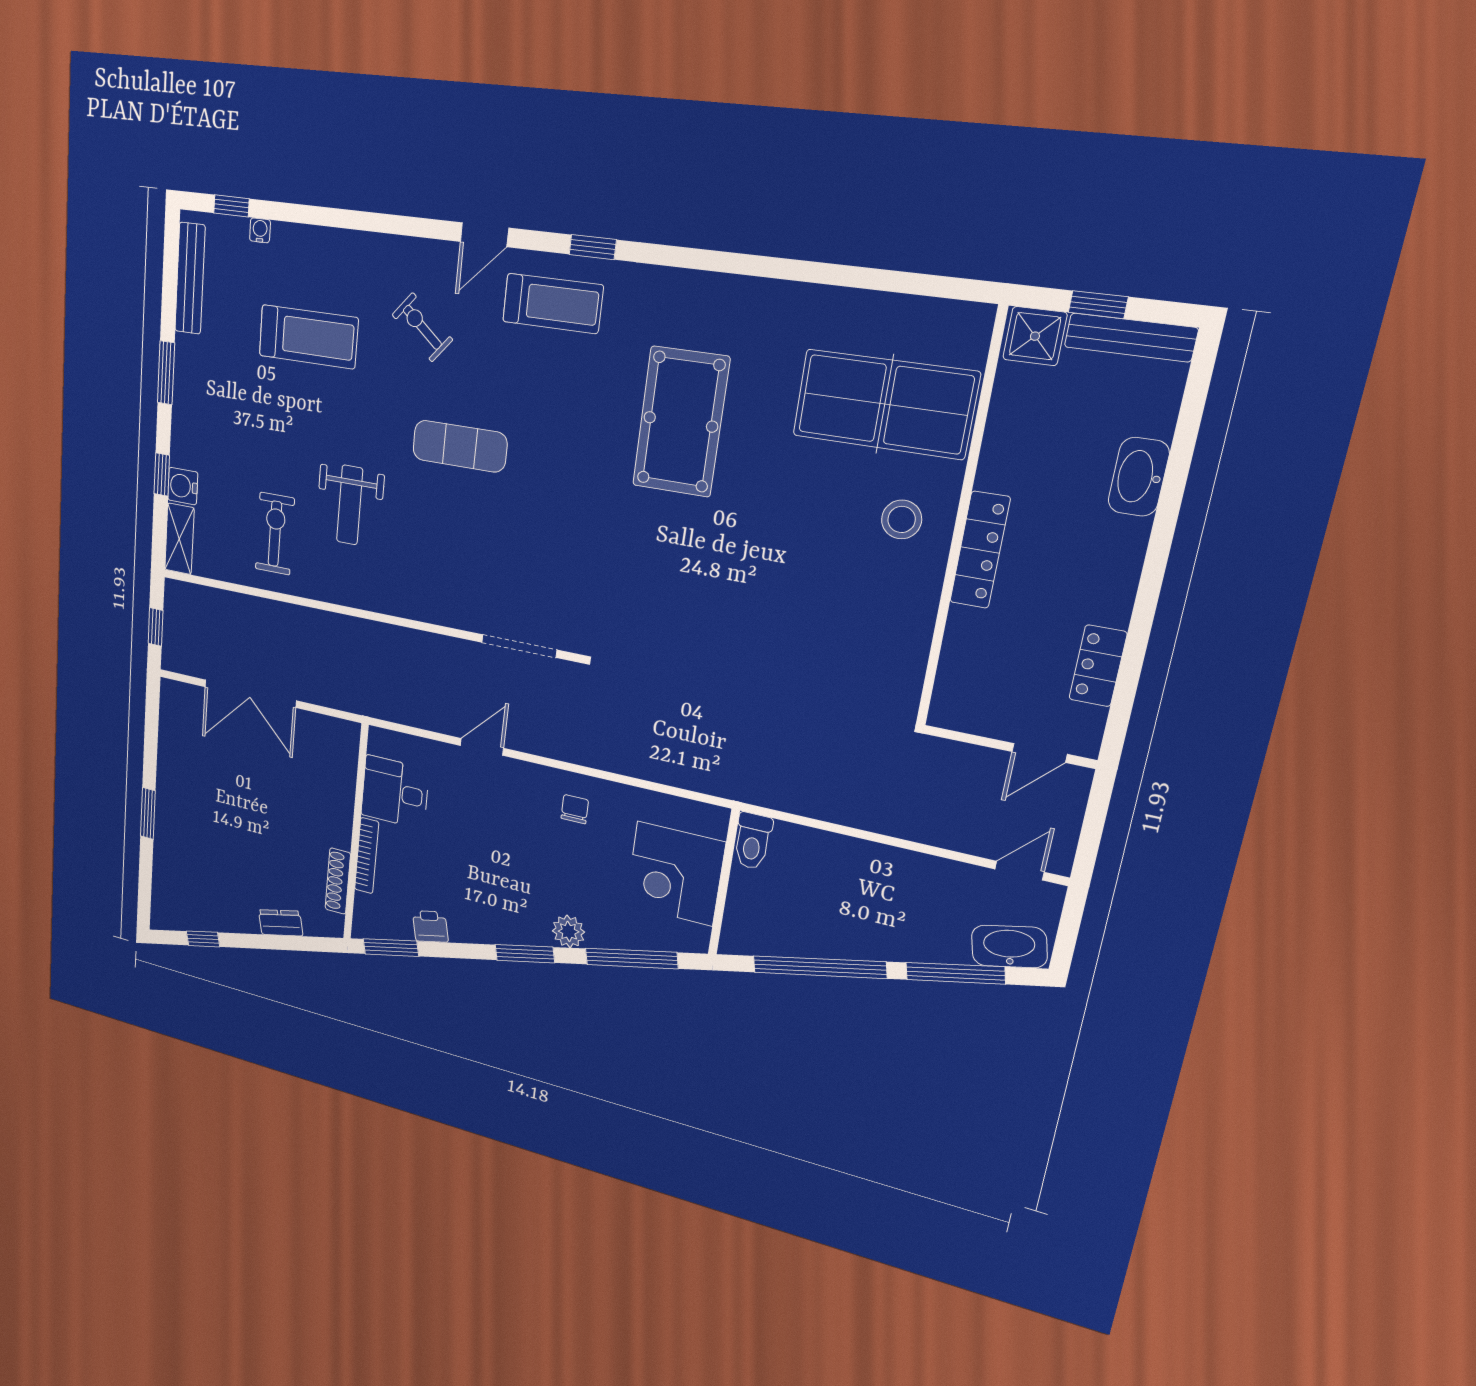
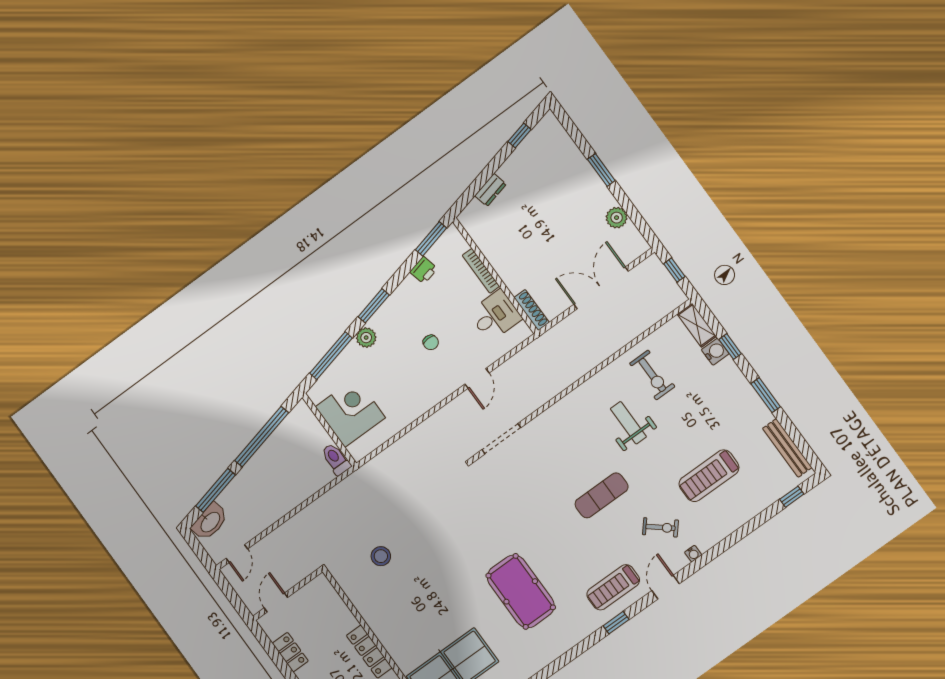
water cooler: (260, 230) -> (693, 554), moved
stool: (902, 519) -> (381, 556), moved
plant: (172, 749) -> (617, 218), added
chair: (575, 809) -> (431, 342), moved
shoe rack: (338, 881) -> (532, 310), moved

